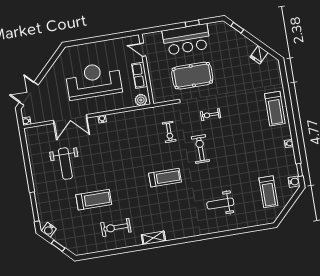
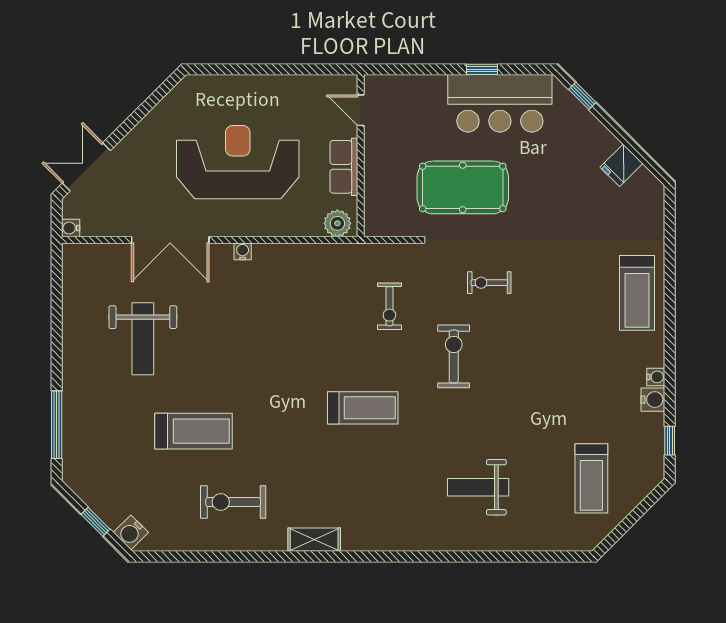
bar counter: (186, 39) -> (500, 103), moved
water cooler: (294, 182) -> (653, 400), moved
water cooler: (49, 230) -> (131, 532), moved

